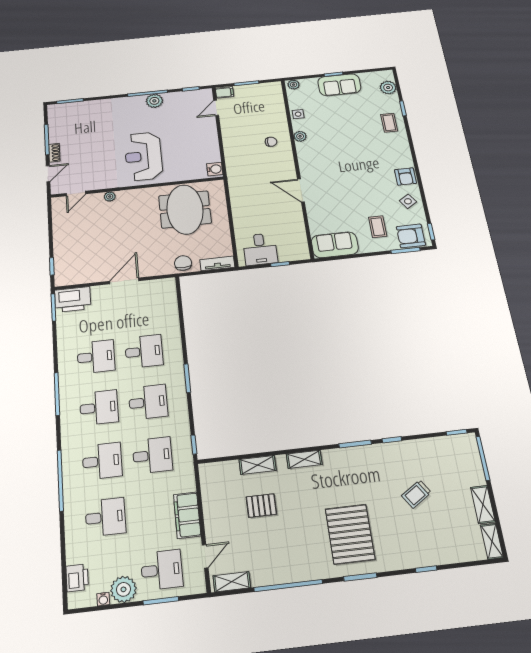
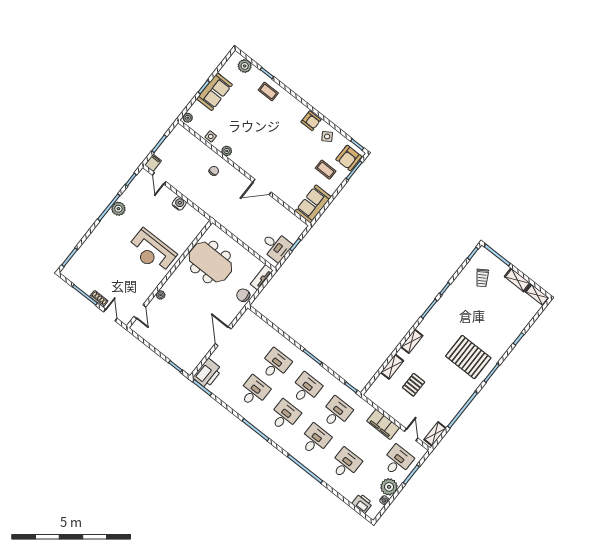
water cooler: (215, 169) -> (179, 203), moved
trolley: (416, 494) -> (482, 278), moved

